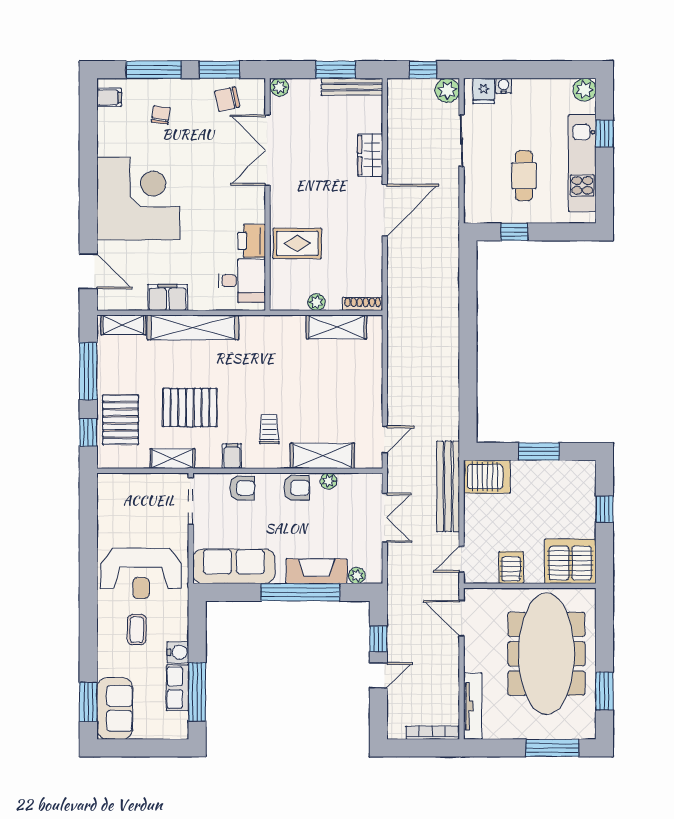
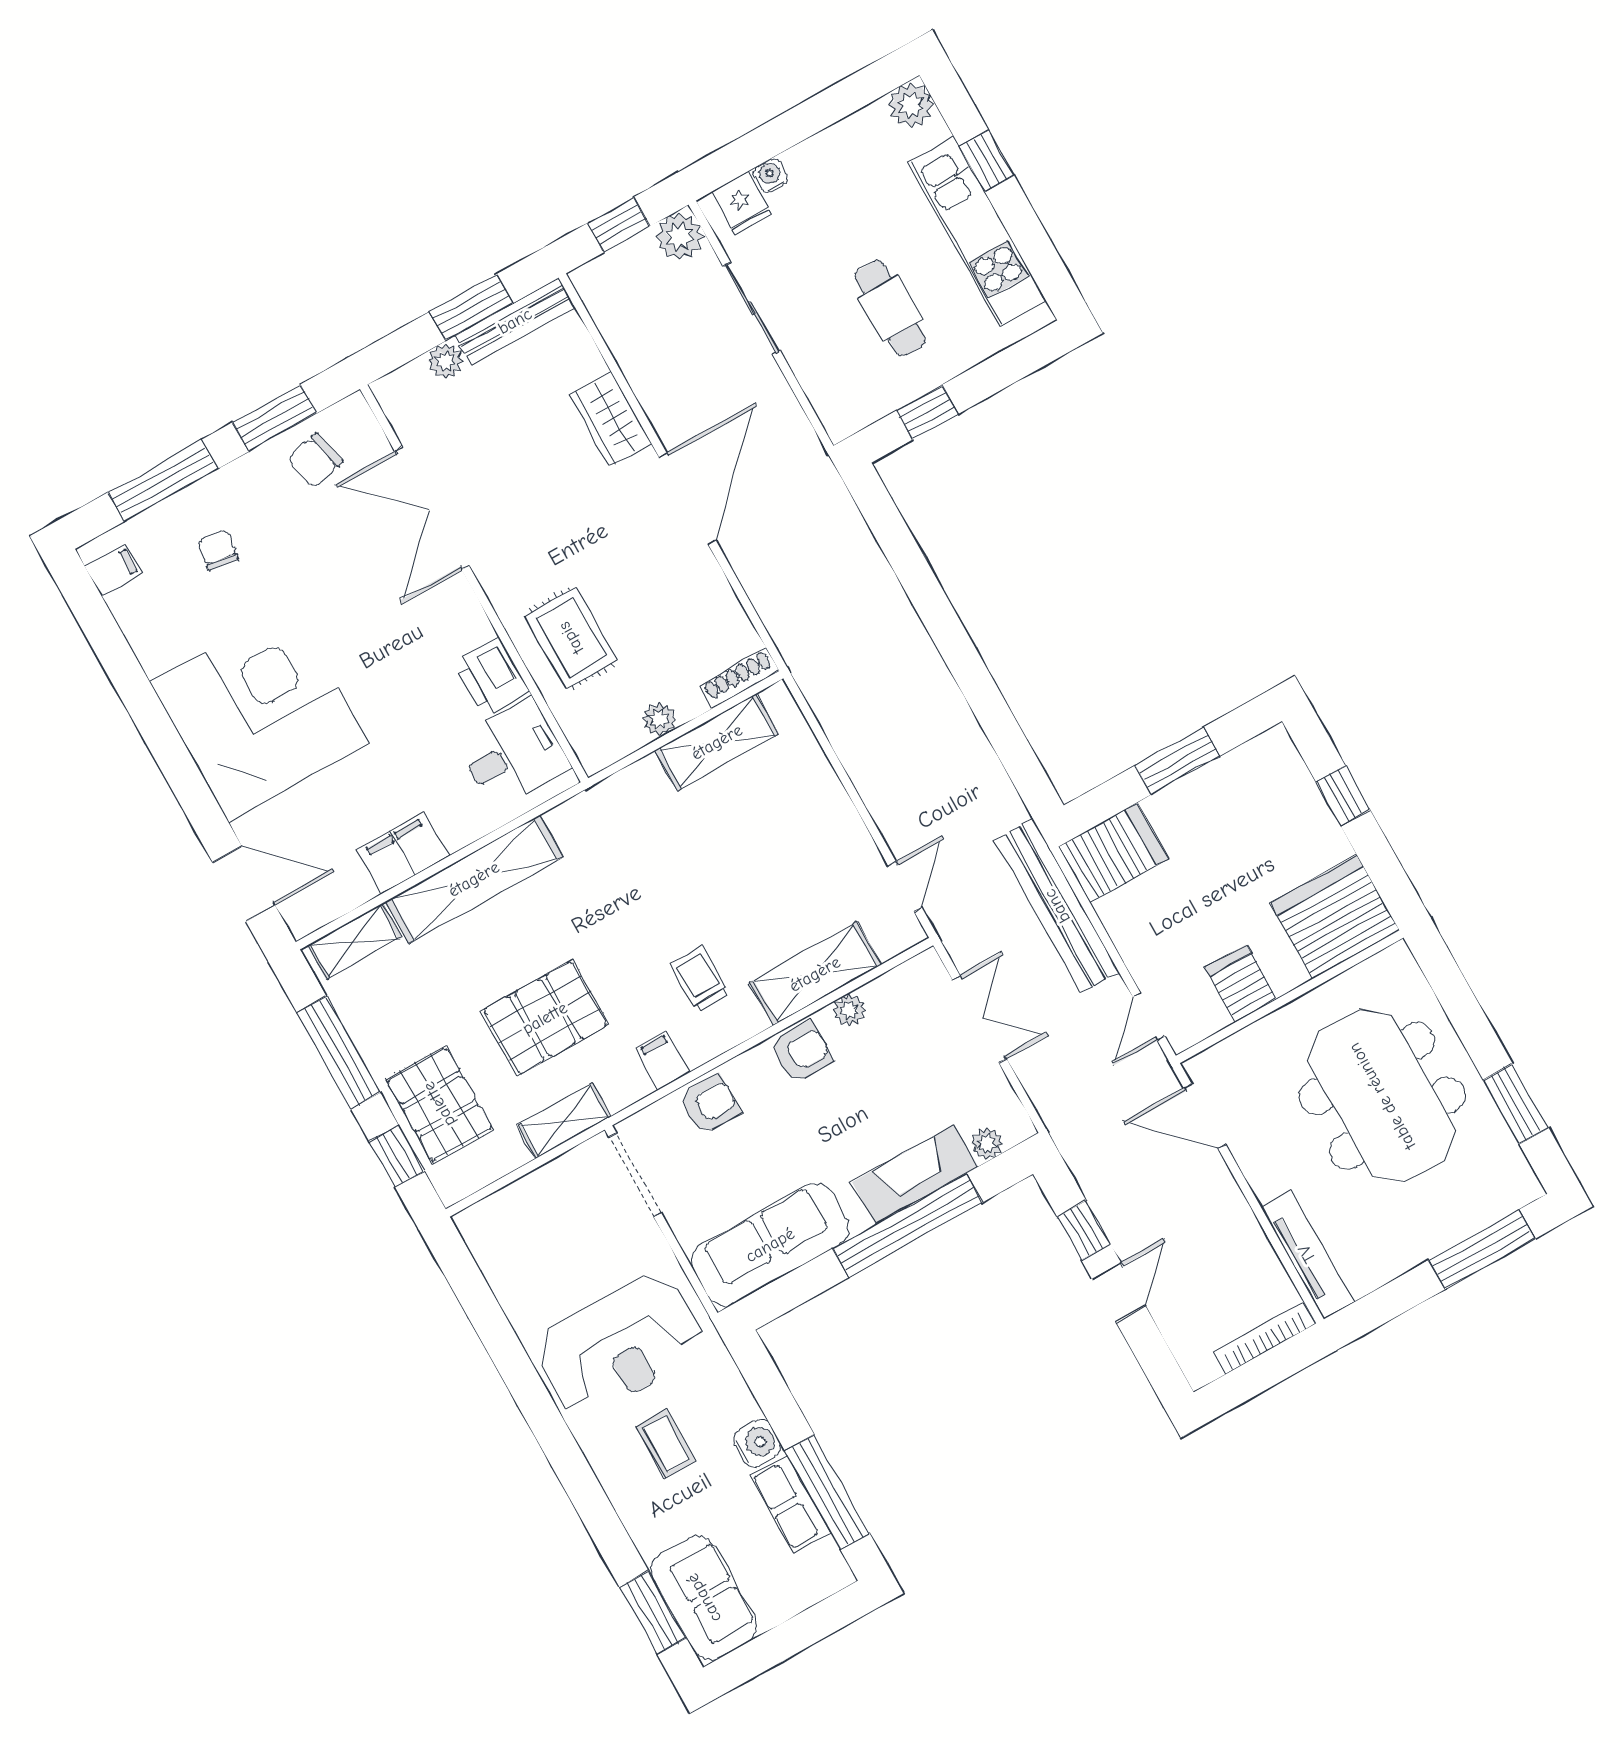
plant: (279, 87) -> (445, 361), moved
rug: (297, 243) -> (571, 638), turned 90
meeting table: (546, 654) -> (1382, 1096), width x0.73

